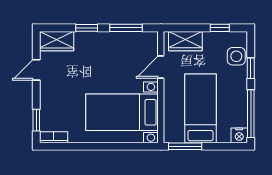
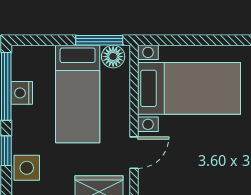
floor lamp: (175, 135) -> (113, 57), added
nightstand: (239, 135) -> (22, 93), moved, turned -90

